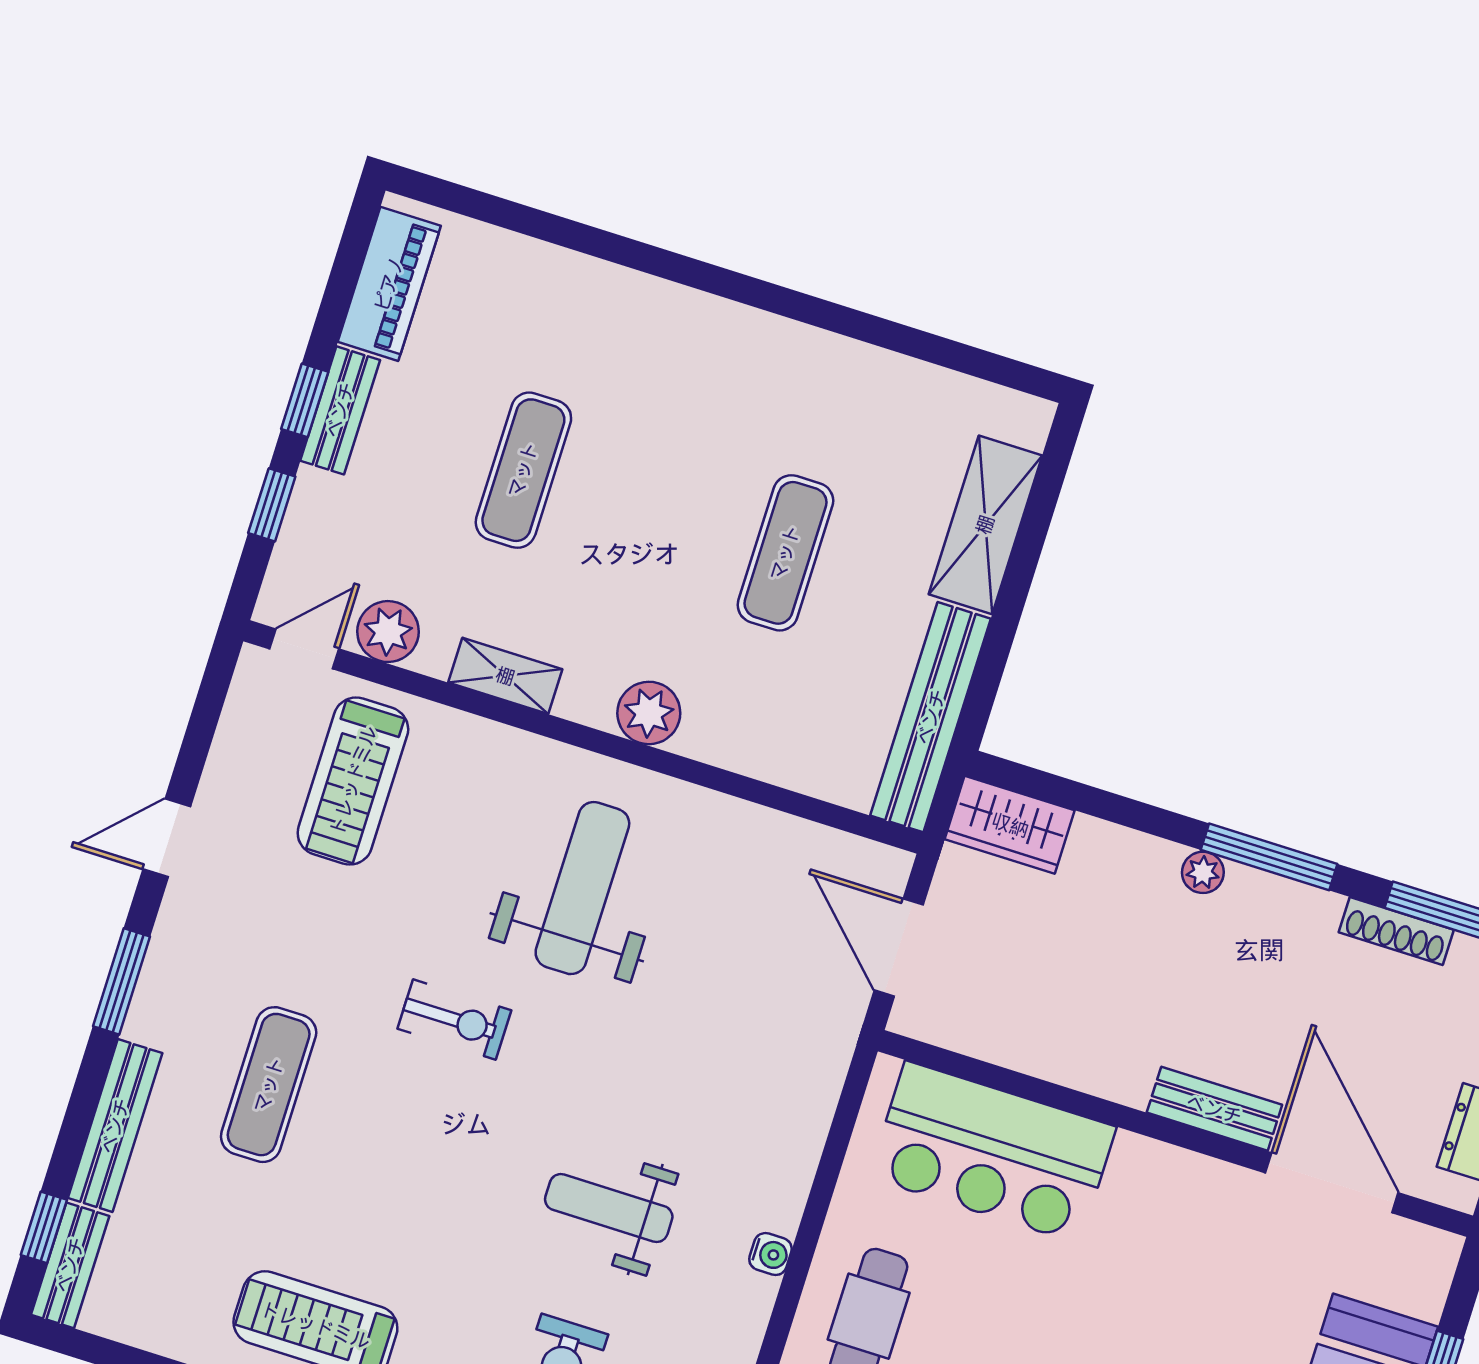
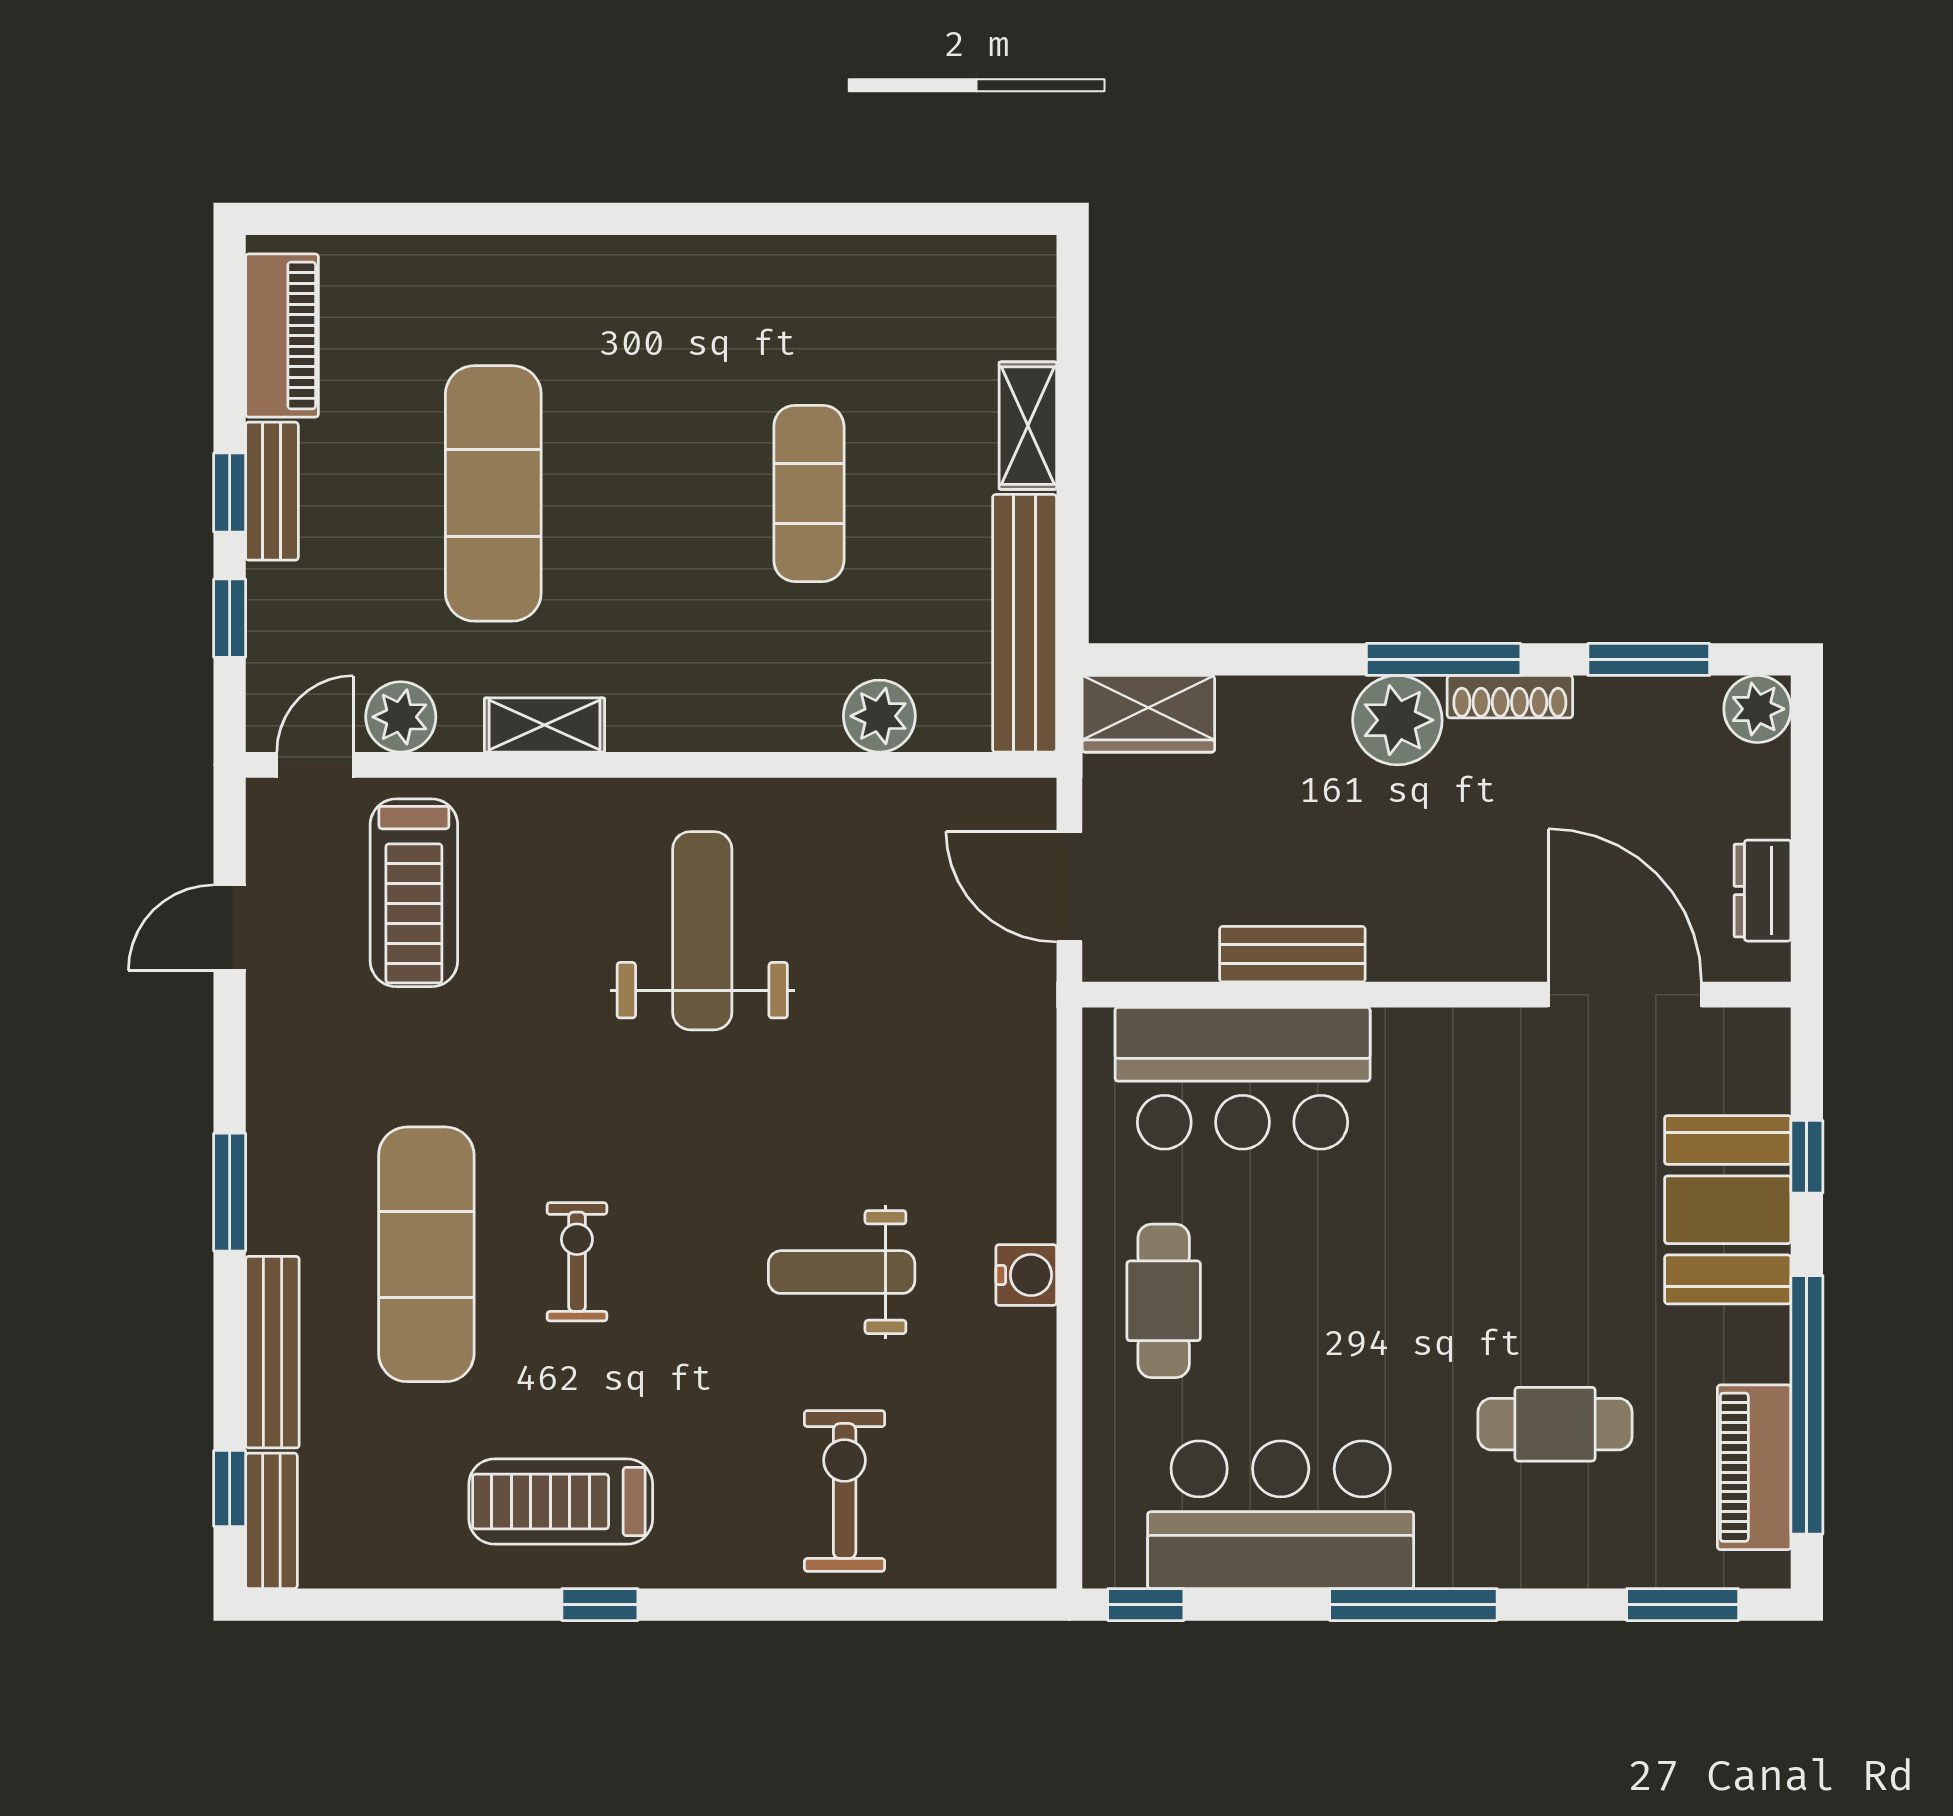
exercise mat: (523, 470) -> (493, 493), width x1.36, depth x1.45
shelving: (985, 525) -> (1028, 426), width x0.67, depth x0.75
plant: (649, 713) -> (879, 716), moved
door: (167, 838) -> (230, 928), moved
plant: (1203, 872) -> (1397, 720), width x1.88, depth x1.88
shoe rack: (1396, 931) -> (1510, 697), moved
exercise bike: (454, 1020) -> (577, 1262), moved, turned -90
exercise mat: (269, 1085) -> (426, 1254), width x1.36, depth x1.45
bench: (1214, 1109) -> (1292, 954), moved
water cooler: (770, 1254) -> (1026, 1275), width x1.38, depth x1.38

